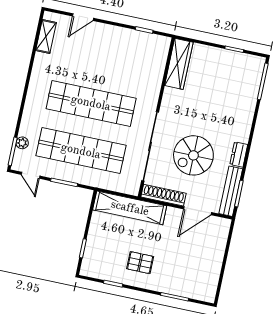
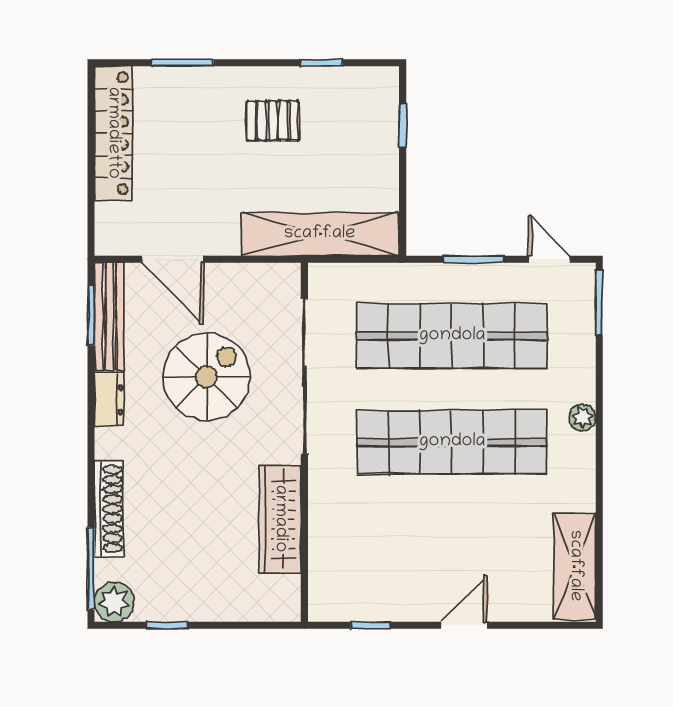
door: (83, 17) -> (464, 625), moved
shelving: (46, 36) -> (575, 566), width x1.50, depth x1.33
wardrobe: (179, 64) -> (280, 519), moved
plant: (256, 64) -> (114, 602), added
plant: (22, 143) -> (582, 417), moved
shoe rack: (163, 195) -> (109, 509), moved, turned -90
door: (198, 211) -> (172, 259), swing flipped
locker: (212, 272) -> (113, 133), added

